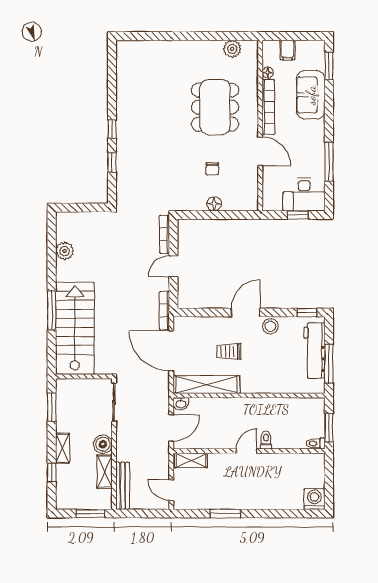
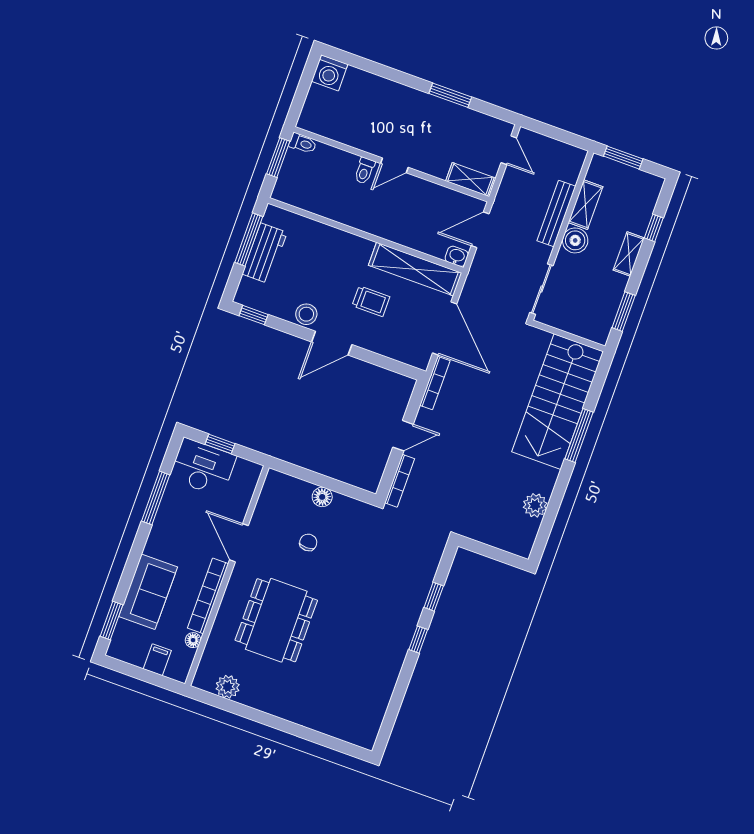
workbench: (315, 351) -> (265, 253), width x0.73
bench: (123, 486) -> (556, 214), moved

